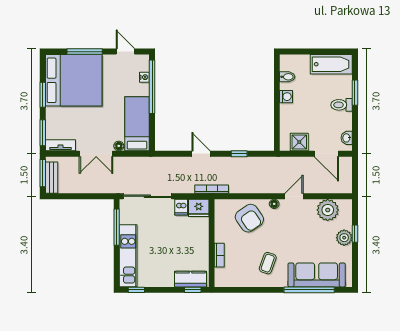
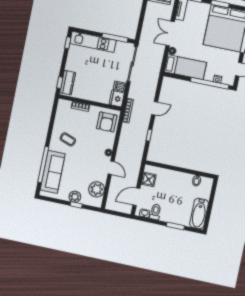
washing machine: (286, 97) -> (183, 177), removed
toilet: (341, 105) -> (155, 212), moved
armchair: (249, 218) -> (107, 122), moved, turned -56

